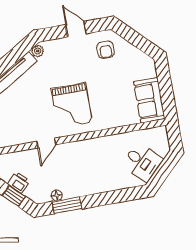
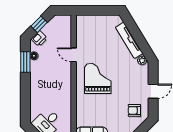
grand piano: (72, 106) -> (98, 78), turned 90
printer: (19, 183) -> (39, 39), moved

